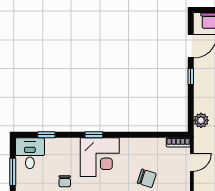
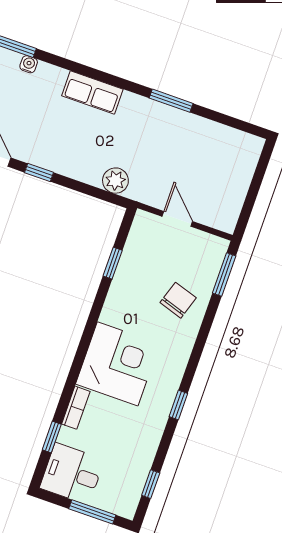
window: (94, 135) -> (113, 263), moved
bookcase: (178, 142) -> (76, 408), moved
chair: (65, 181) -> (137, 434), removed

